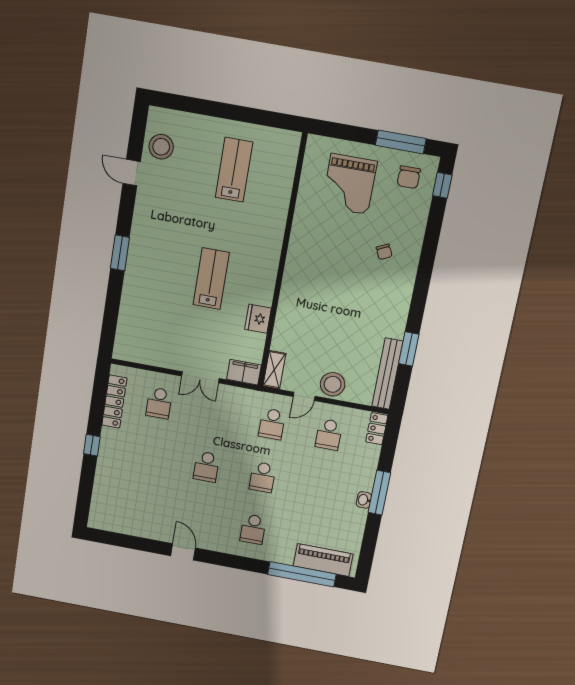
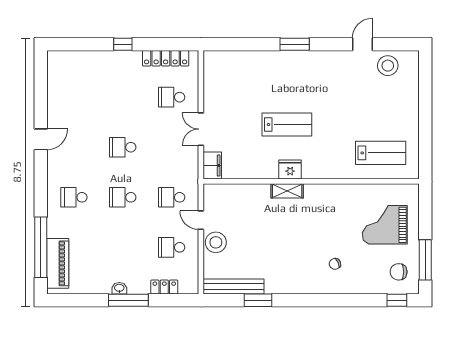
lab bench: (234, 170) -> (381, 153), moved
fridge: (258, 319) -> (290, 170), moved
shelving: (274, 370) -> (287, 191), moved
locker: (377, 429) -> (164, 287), moved

